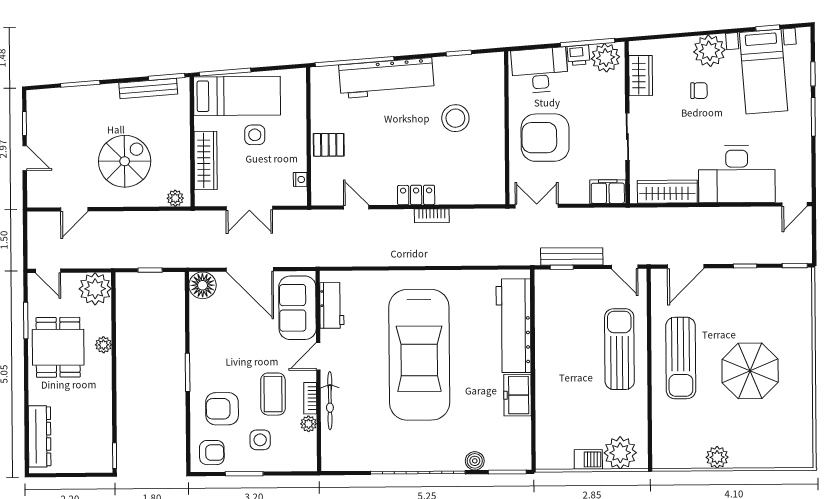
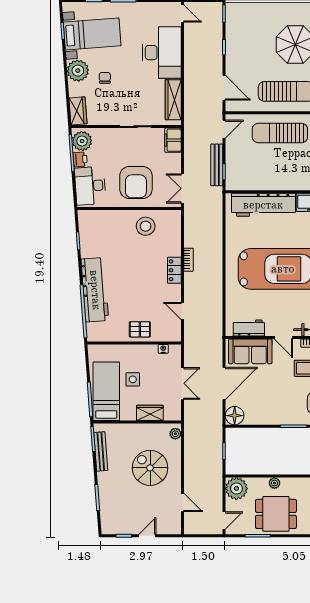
wardrobe: (641, 76) -> (78, 111), moved, turned 86
stool: (455, 118) -> (146, 226), moved
pallet: (329, 145) -> (140, 329), turned 90
wardrobe: (206, 160) -> (150, 413), width x0.67
door: (356, 207) -> (182, 311), hinge flipped

